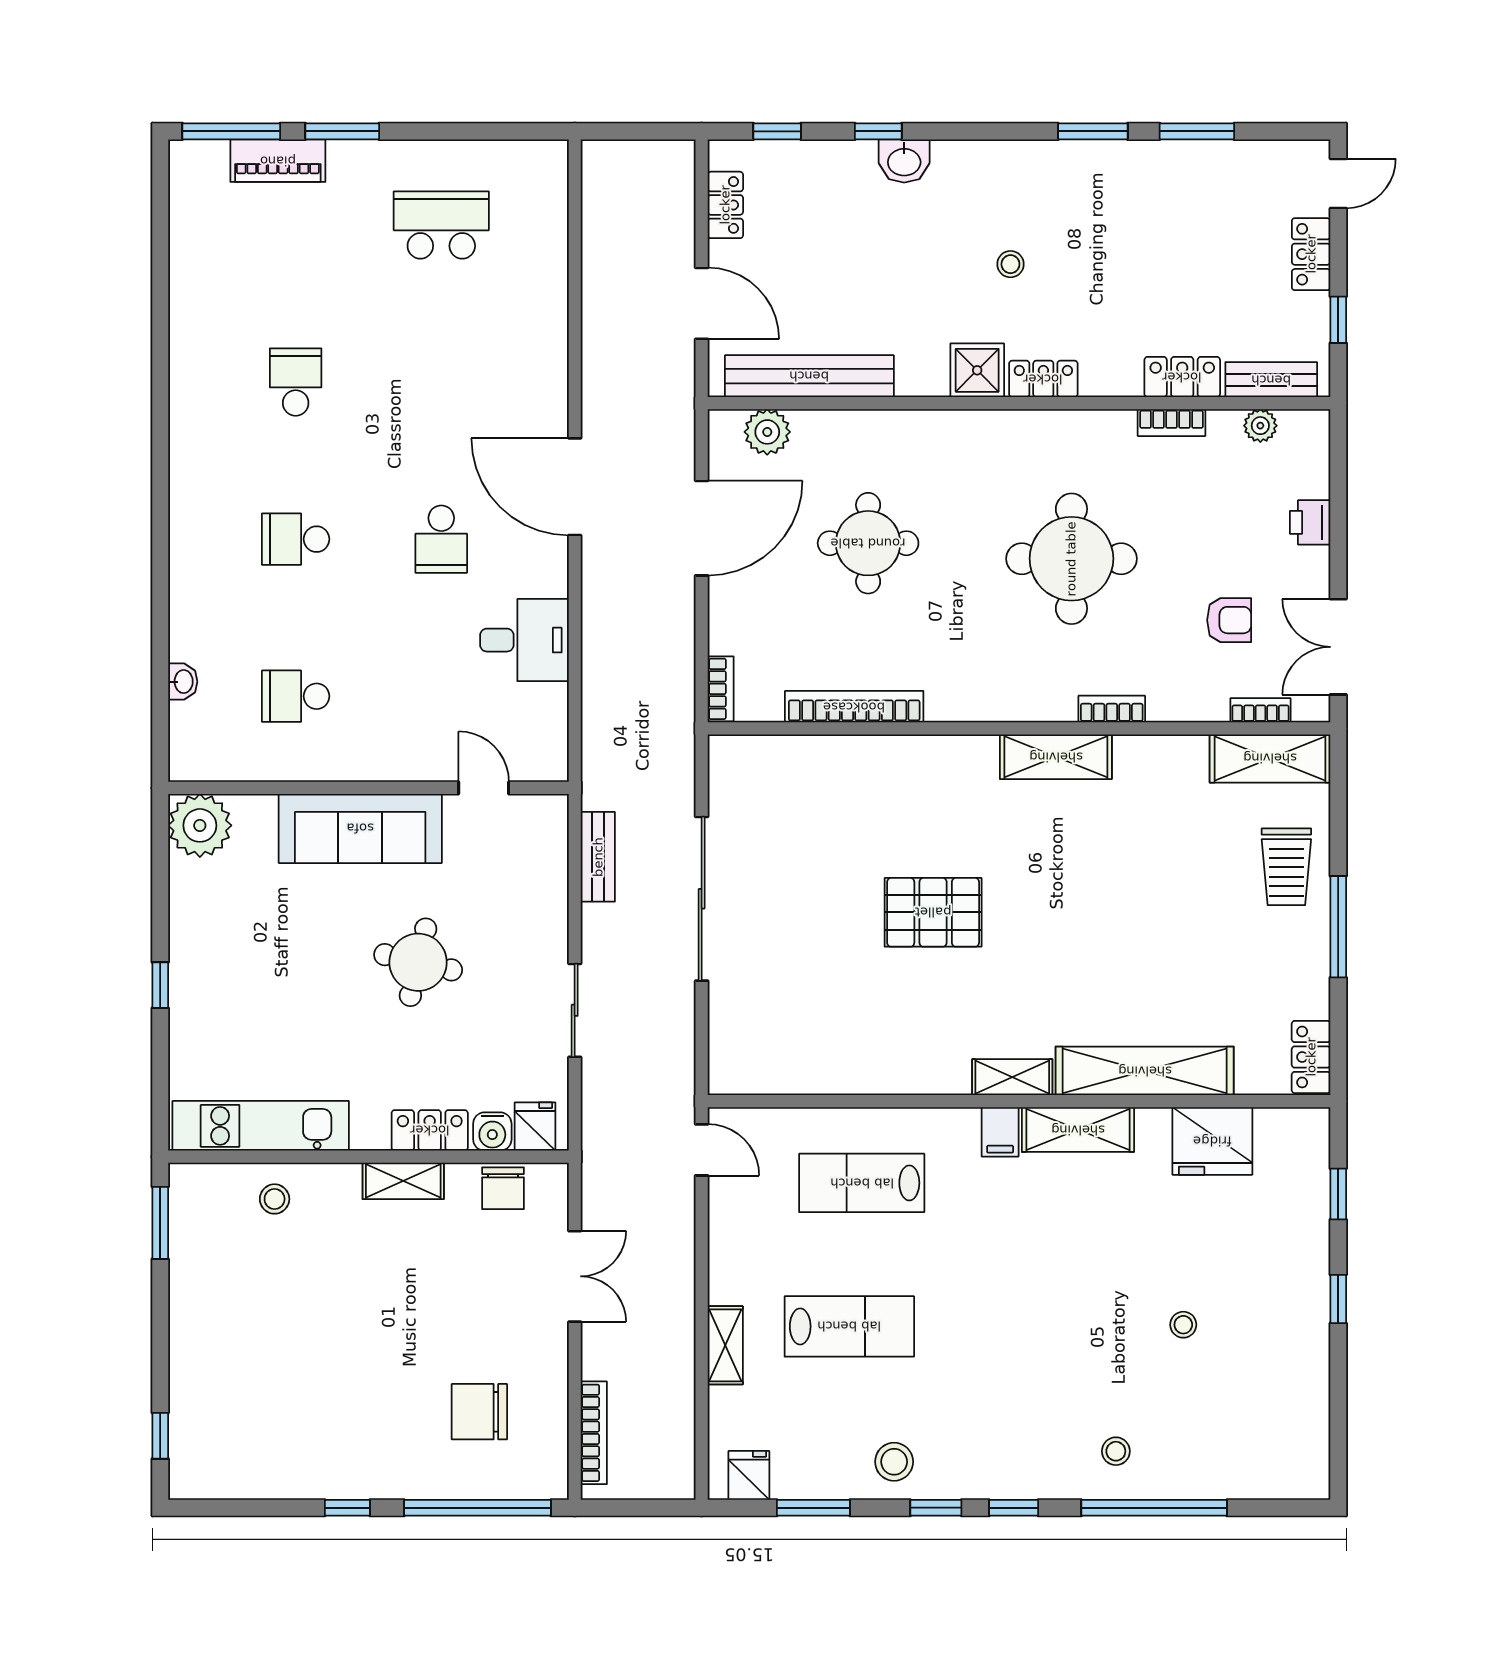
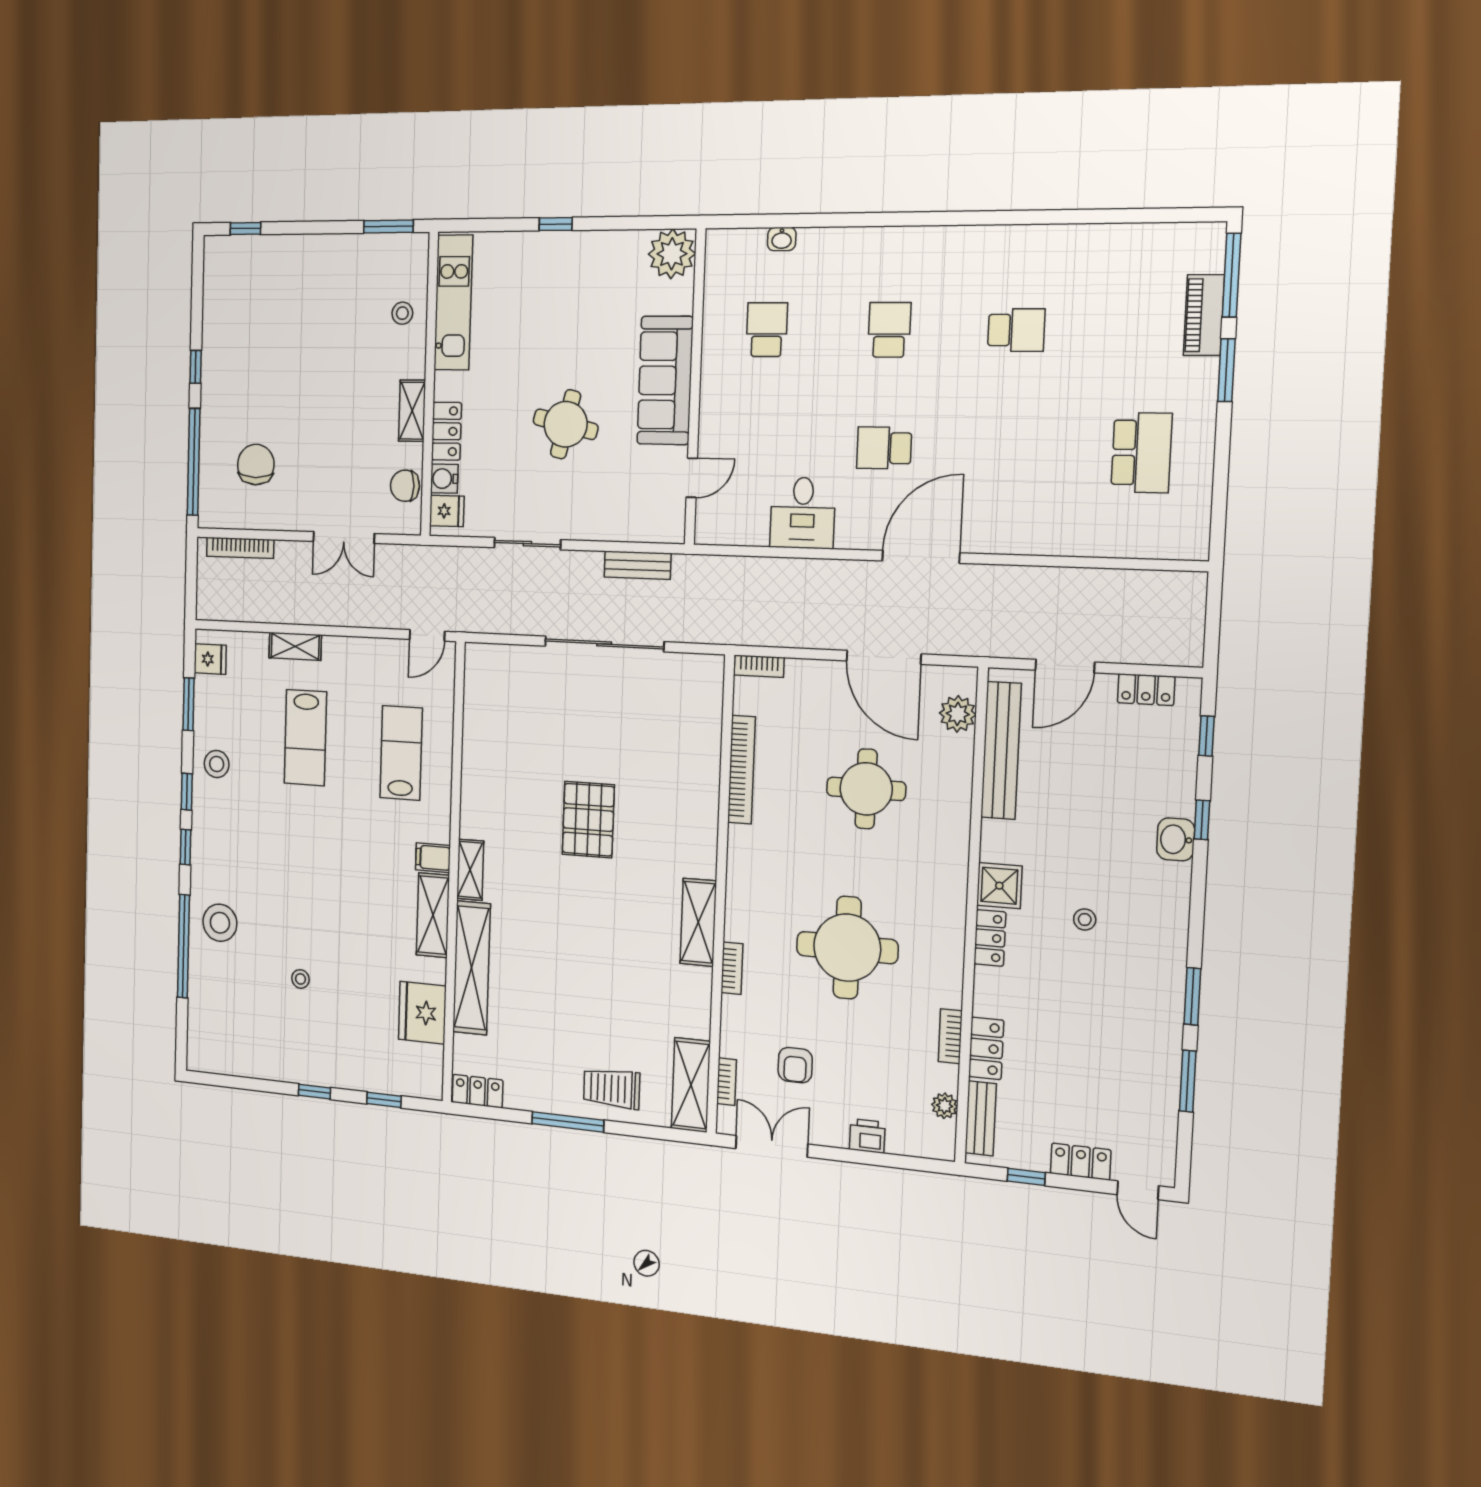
stool: (1116, 1451) -> (220, 923), width x1.89, depth x1.89

